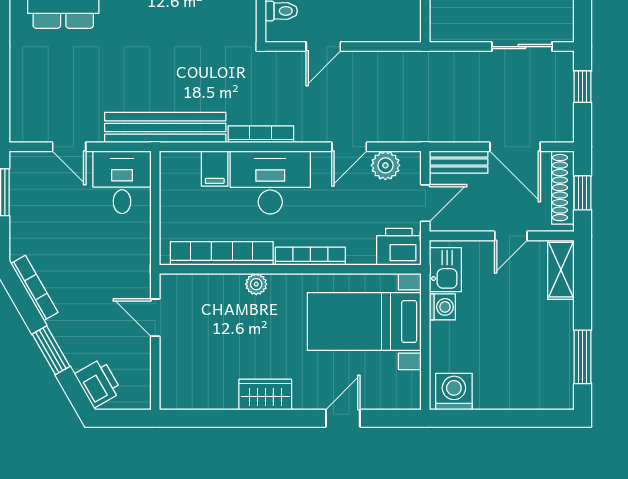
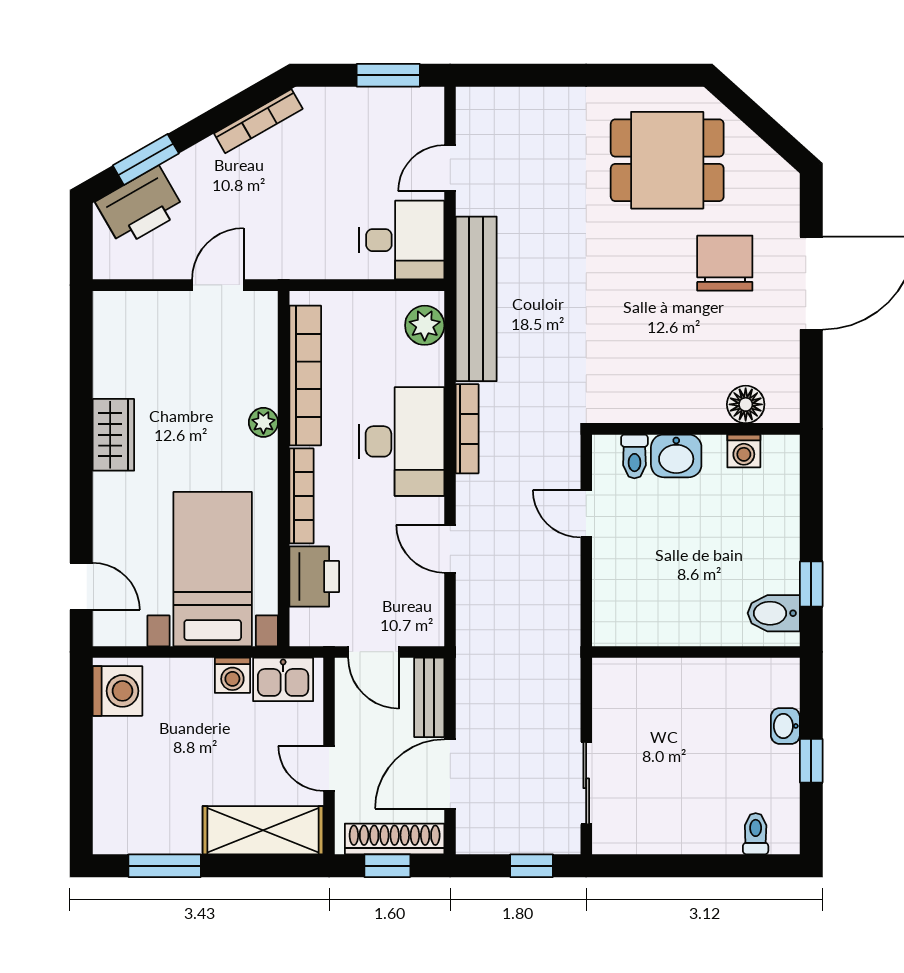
plant: (385, 165) -> (425, 325), moved
filing cabinet: (215, 169) -> (420, 366), removed
printer: (399, 247) -> (314, 577), moved
shelving: (561, 270) -> (263, 830), width x1.50, depth x1.33
window: (51, 350) -> (146, 159), moved
printer: (98, 383) -> (140, 206), width x1.37, depth x1.19
door: (343, 418) -> (81, 586), moved

